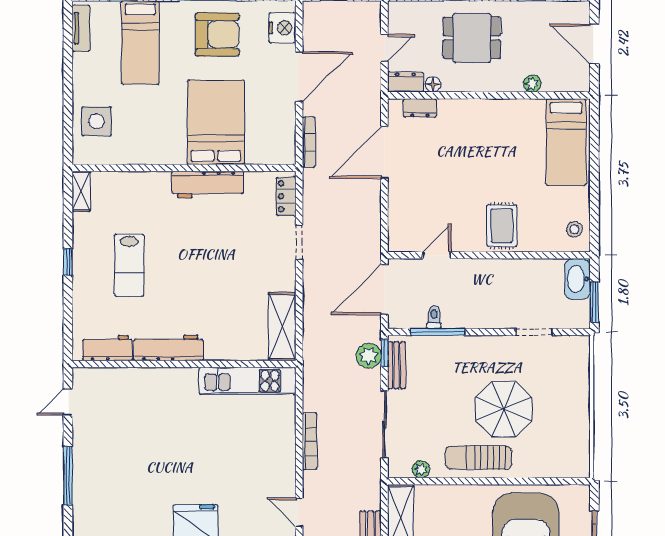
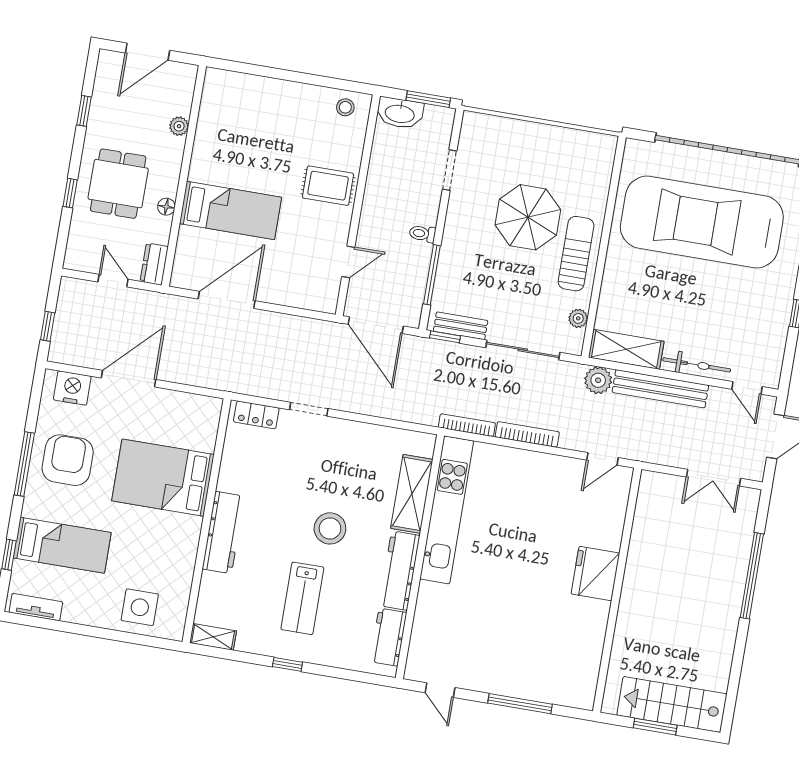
door: (299, 77) -> (129, 379), hinge flipped
floor lamp: (433, 84) -> (166, 207), moved
dresser: (420, 108) -> (185, 253), removed
bookcase: (309, 142) -> (467, 425), moved
bed: (566, 142) -> (230, 210), moved
door: (384, 152) -> (227, 300), swing flipped
workbench: (208, 185) -> (223, 533), moved
door: (437, 255) -> (348, 262), swing flipped
lab bench: (129, 265) -> (302, 598), turned 90
stool: (196, 279) -> (330, 528), added
toilet: (434, 317) -> (422, 234), moved
shelving: (282, 327) -> (412, 494), moved, turned 90
plant: (369, 356) -> (598, 380), moved
kitchen unit: (248, 381) -> (447, 510), width x1.36
sun lounger: (479, 458) -> (576, 254), turned 180

